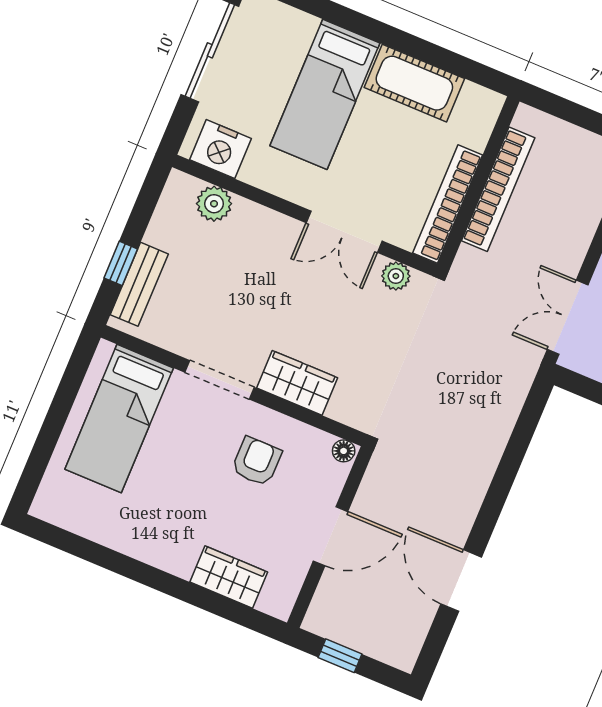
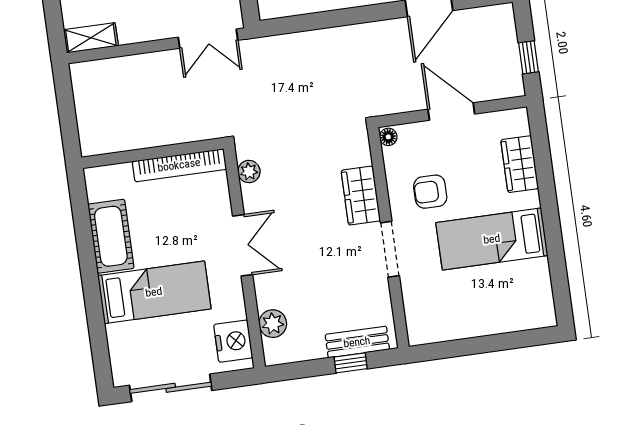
bookcase: (498, 189) -> (149, 137), removed
double door: (344, 232) -> (243, 245), moved
bed: (119, 419) -> (492, 239), moved, turned 180

